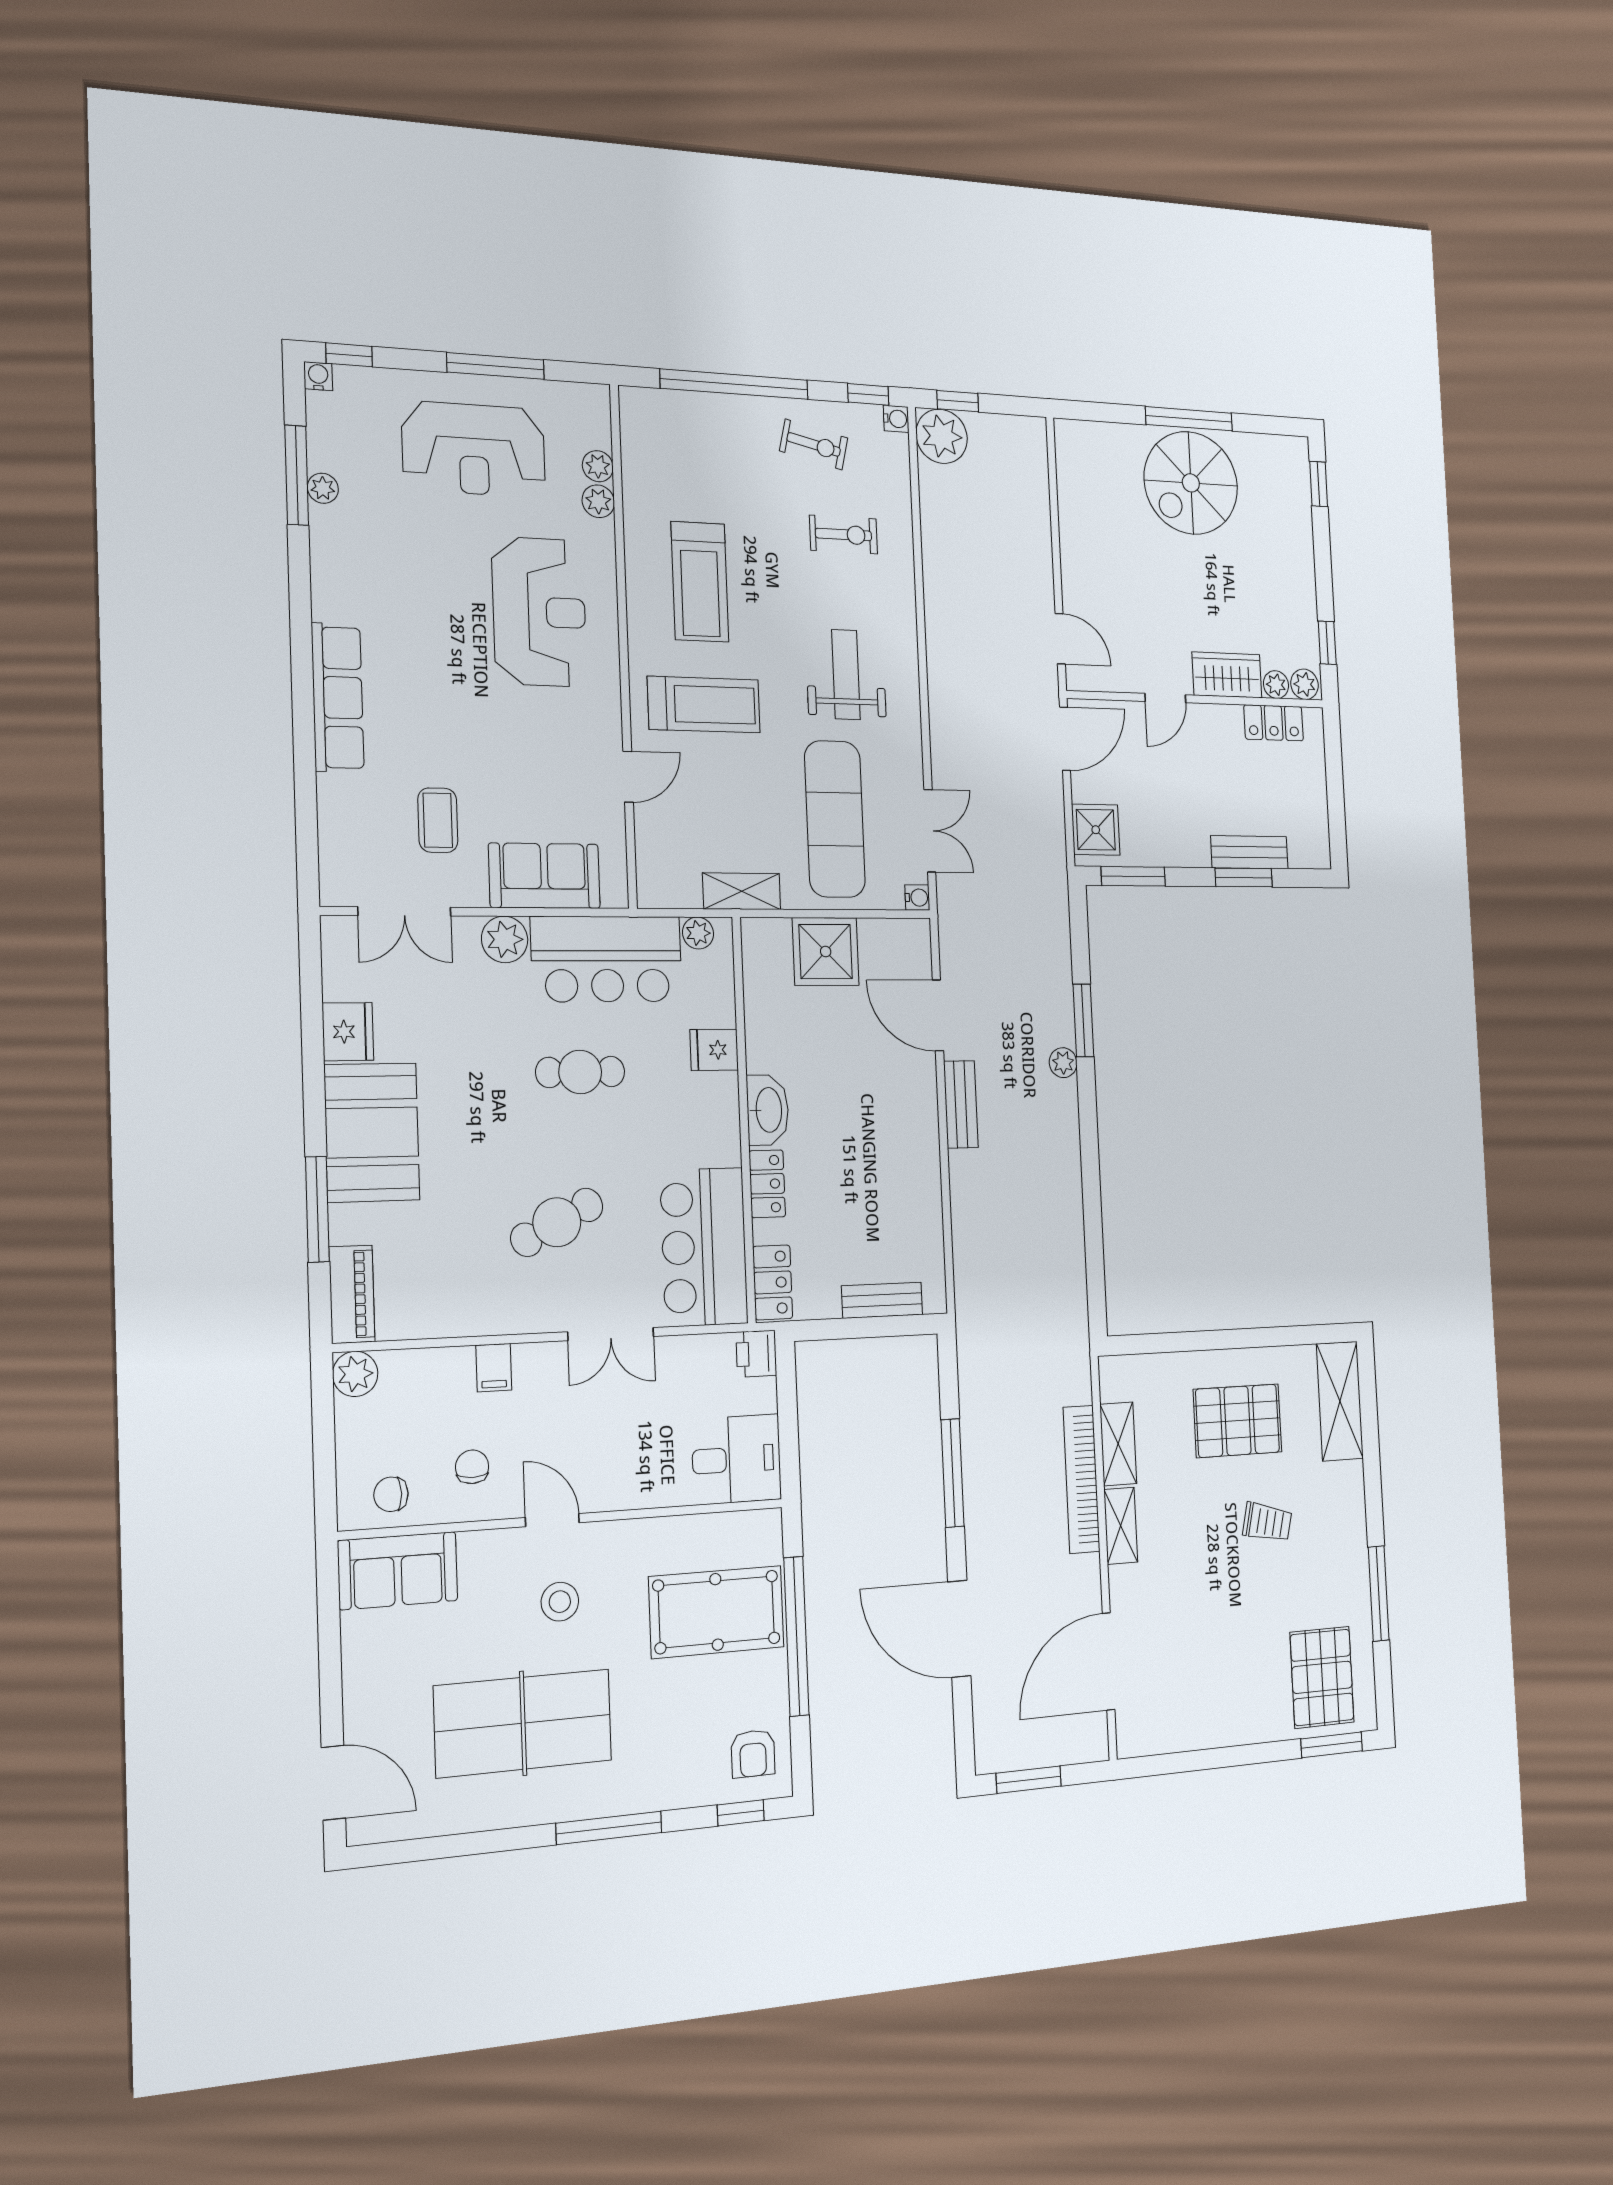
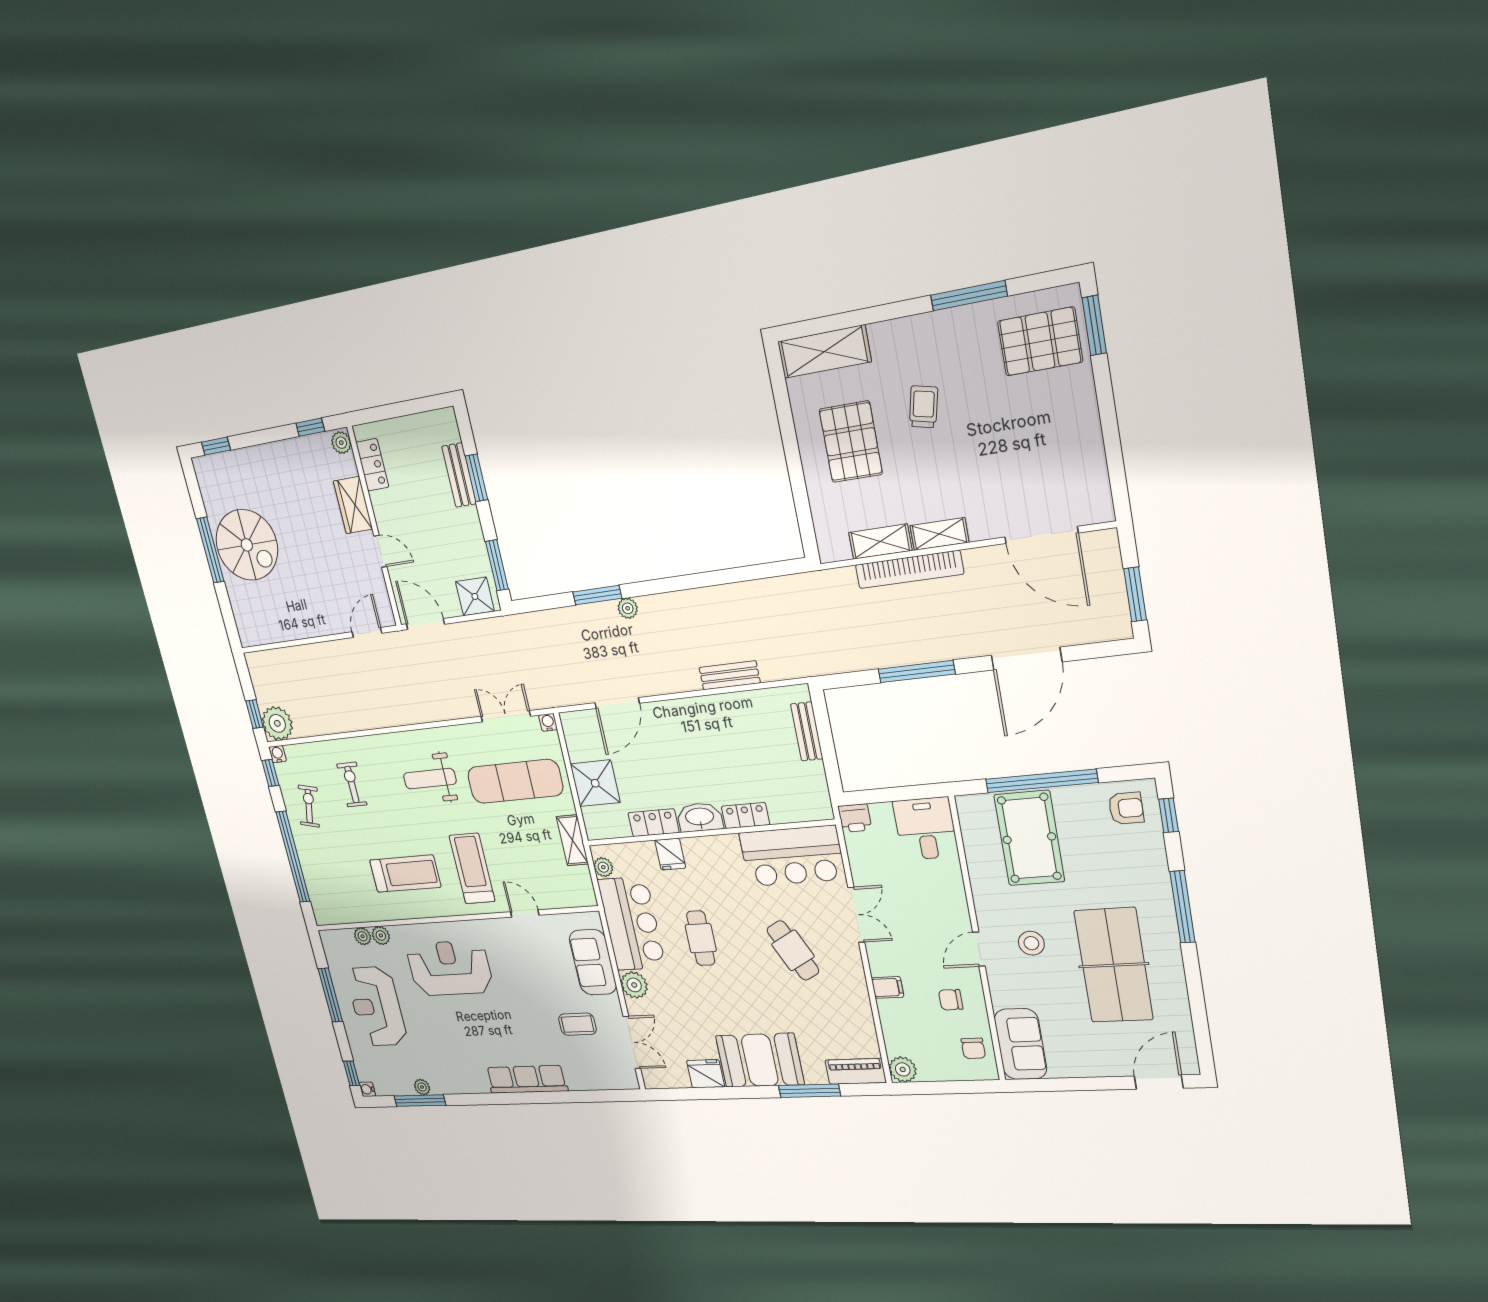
reception desk: (474, 449) -> (376, 1006), turned 180
plant: (1276, 685) -> (348, 466), removed
bench: (961, 1104) -> (730, 675), moved
locker: (773, 1282) -> (654, 823), moved

